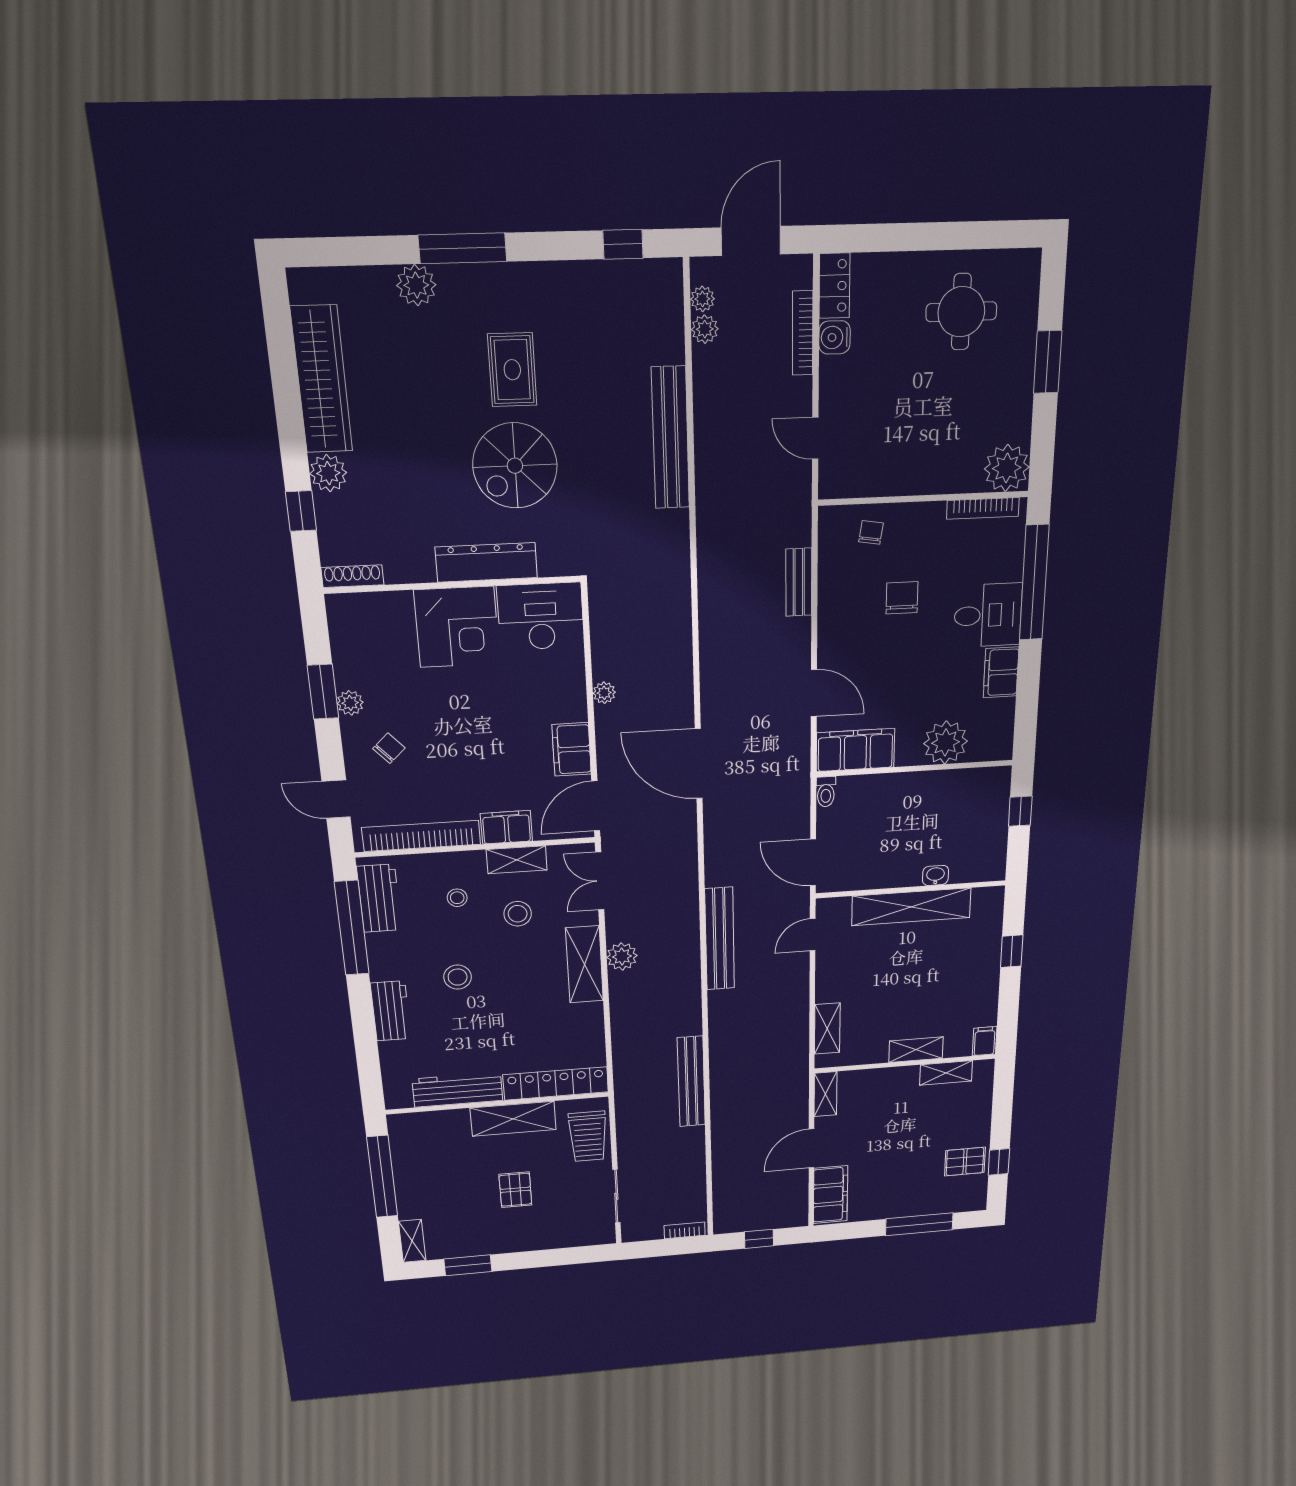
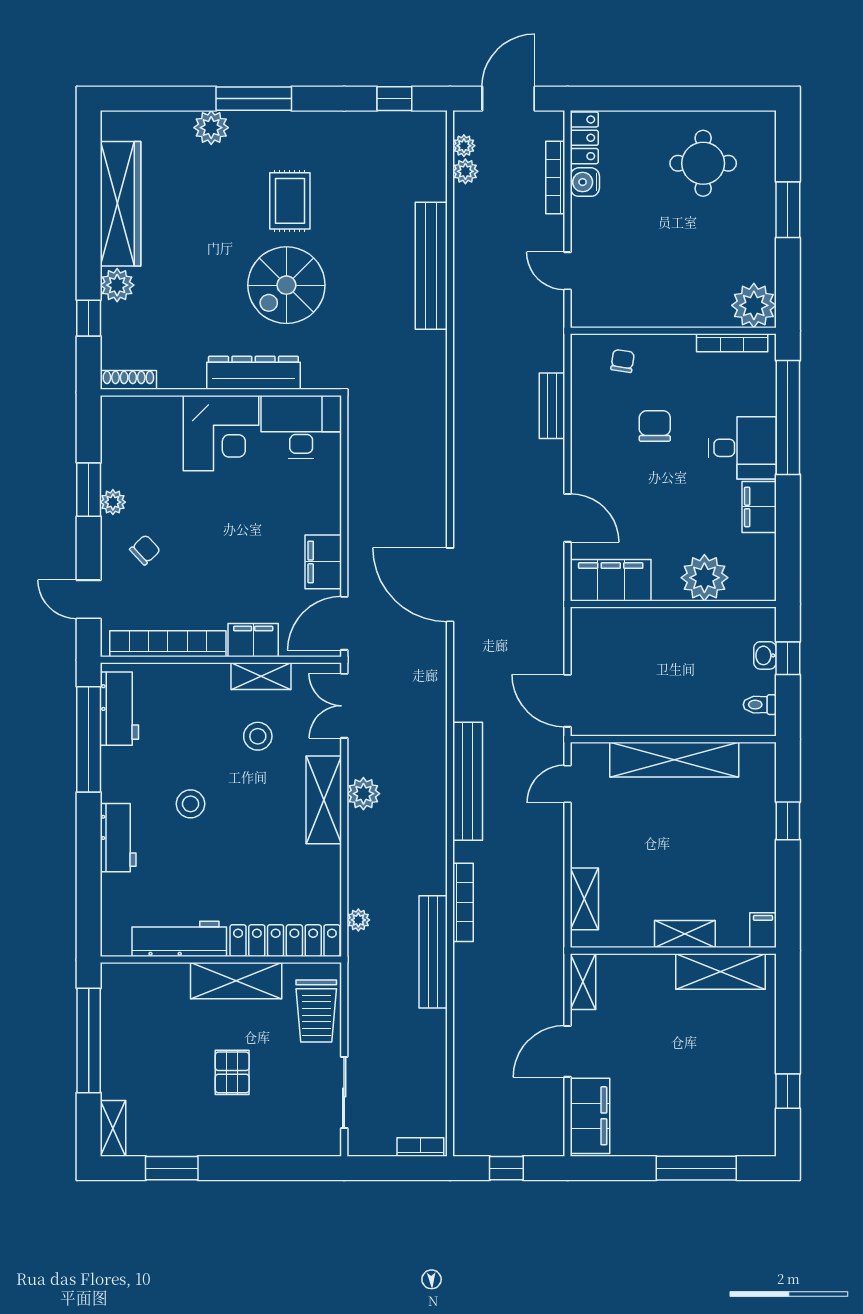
plant: (604, 693) -> (358, 920), moved
toilet: (826, 792) -> (760, 705), moved, turned 90
washbasin: (936, 875) -> (765, 655), moved, turned -90
stool: (457, 898) -> (198, 714), removed
bookcase: (717, 1040) -> (463, 902), added
shelving: (946, 1073) -> (720, 971), width x1.50, depth x1.33
pallet: (965, 1162) -> (747, 1087), removed

